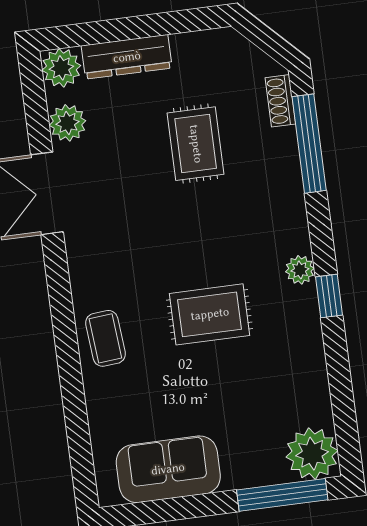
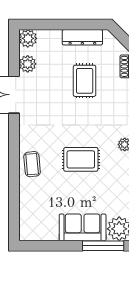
dresser: (127, 57) -> (82, 37), moved
sofa: (168, 469) -> (83, 227), moved

